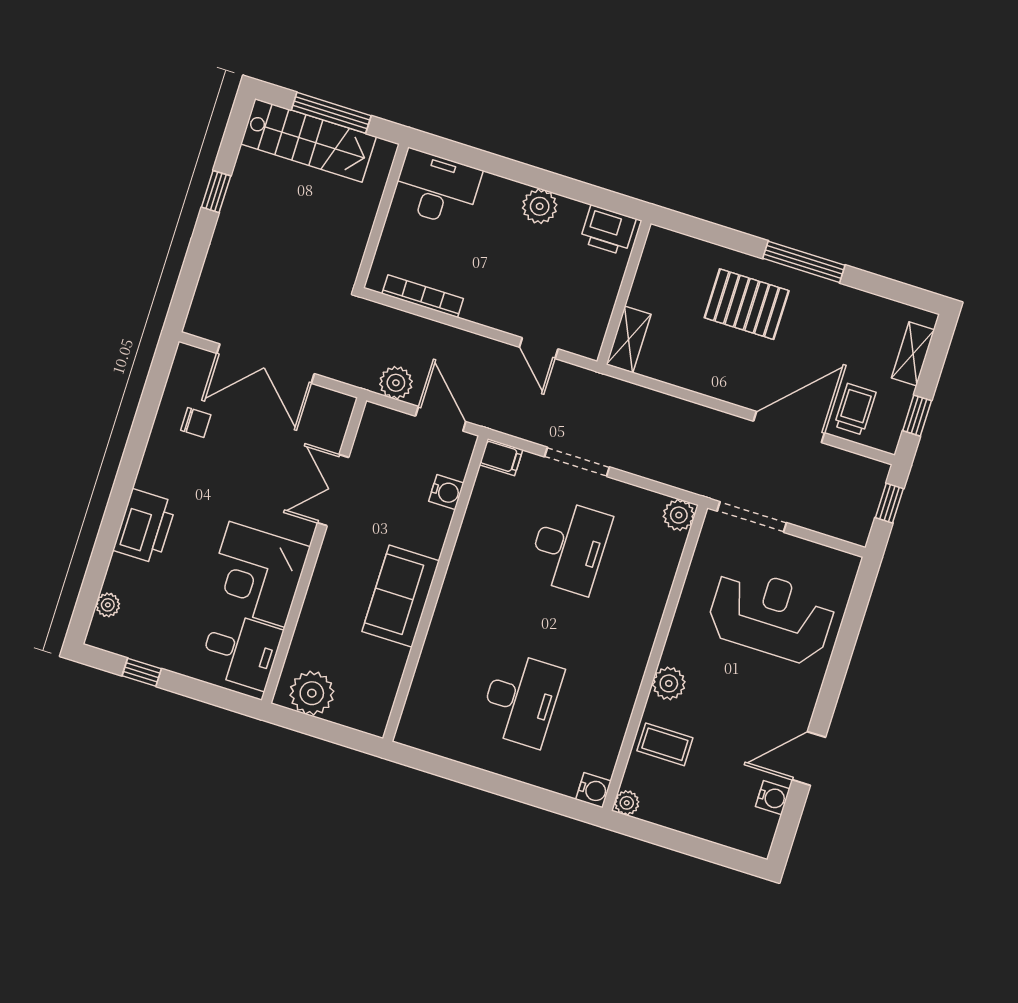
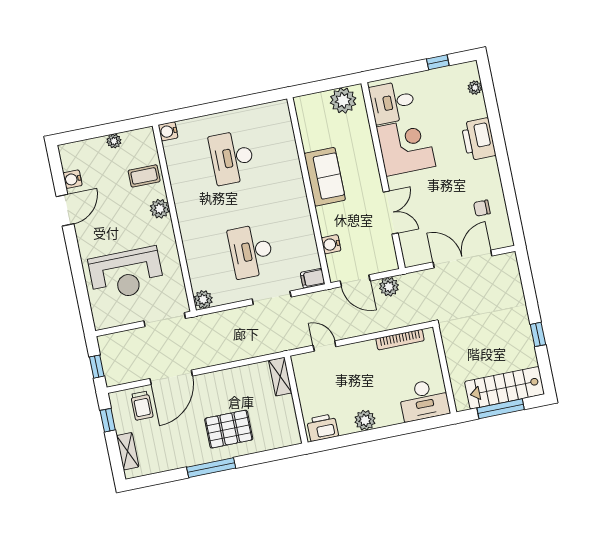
plant: (627, 803) -> (114, 141), moved

